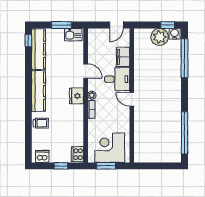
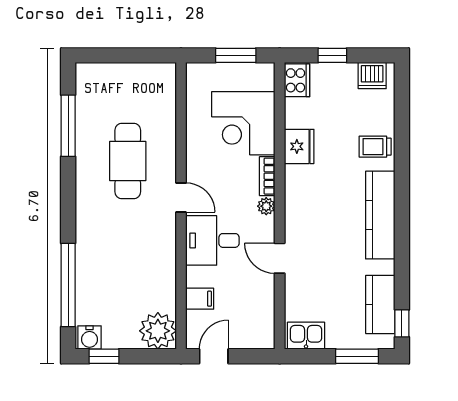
window: (62, 25) -> (357, 356), moved
plant: (160, 37) -> (158, 331), moved
kitchen counter: (38, 49) -> (380, 304), width x0.67
filing cabinet: (123, 57) -> (200, 299), width x0.50
fridge: (76, 96) -> (299, 146), moved
cafe table: (157, 116) -> (128, 161), added
window: (185, 133) -> (68, 126), width x0.68
corner desk: (110, 148) -> (243, 123), moved, turned 90

